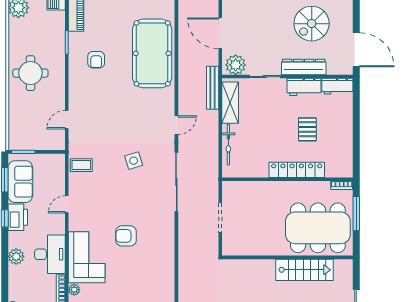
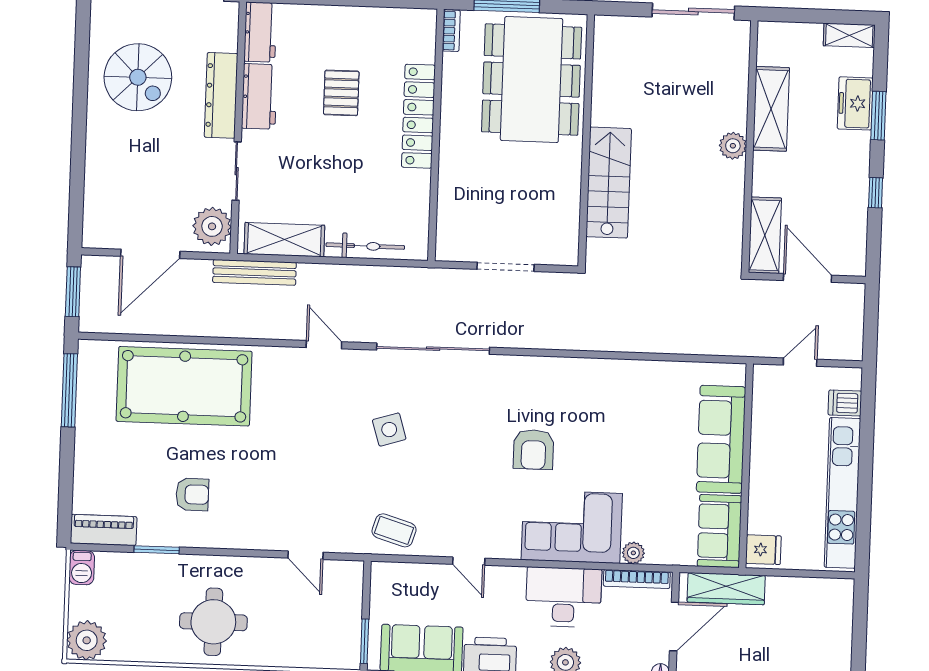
pallet: (307, 129) -> (341, 93), turned 90
coffee table: (81, 165) -> (394, 530), turned -73
stairs: (304, 270) -> (609, 183), moved

